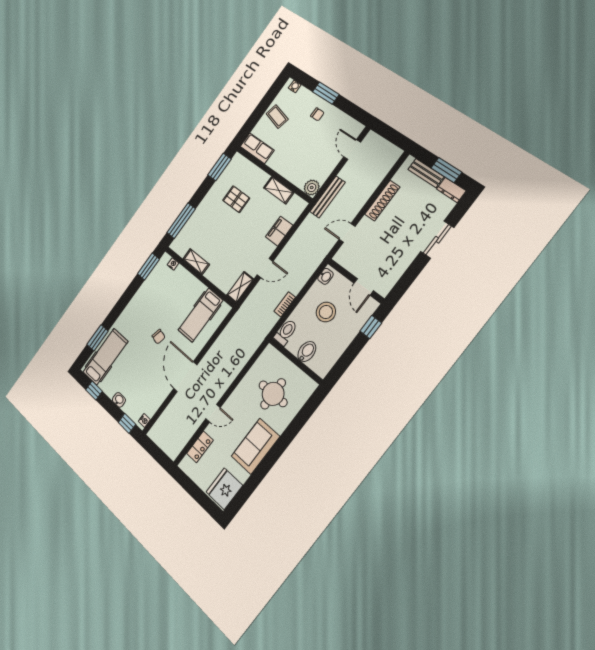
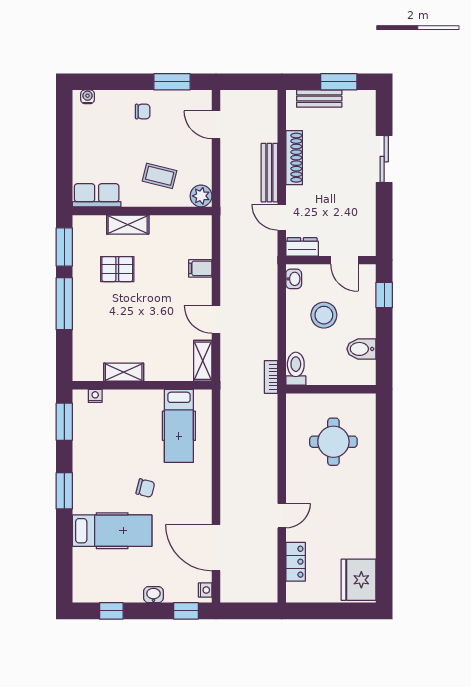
window: (326, 93) -> (172, 82), moved
coffee table: (277, 117) -> (160, 176), moved
shelving: (279, 190) -> (128, 225), moved
dresser: (451, 190) -> (302, 247), moved, turned 180
bench: (328, 197) -> (269, 173), moved
window: (181, 221) -> (64, 304), moved
filing cabinet: (279, 231) -> (200, 268), width x0.50
door: (347, 233) -> (282, 217), hinge flipped
door: (265, 268) -> (216, 319), swing flipped
bookcase: (285, 304) -> (271, 377), moved
window: (97, 338) -> (64, 491), moved
bidet: (307, 352) -> (361, 349), moved, turned -90
hospital bed: (105, 357) -> (112, 531), moved, turned 90
door: (185, 377) -> (216, 548), moved
sofa: (255, 446) -> (358, 509), removed

